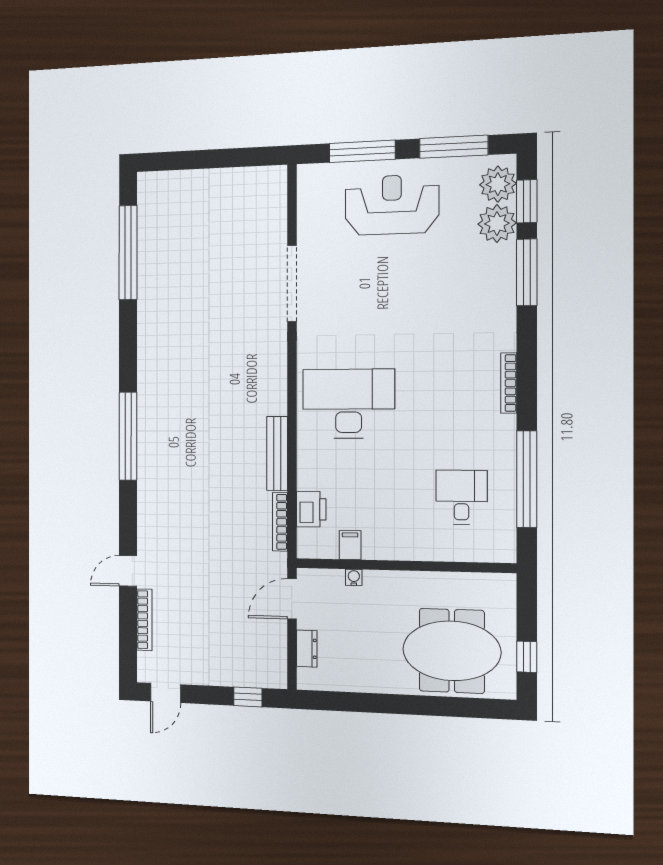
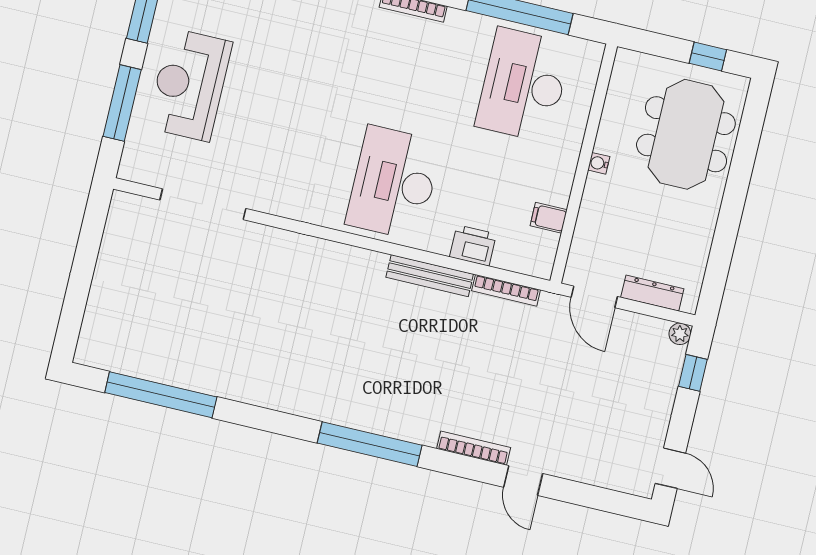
doorway: (292, 283) -> (203, 204), moved
desk: (461, 497) -> (523, 85), width x1.87, depth x1.30
printer: (311, 509) -> (473, 245), moved
water cooler: (354, 577) -> (599, 163), moved
bookcase: (144, 620) -> (474, 448), moved
dresser: (307, 649) -> (652, 293), width x1.44
plant: (278, 679) -> (680, 334), added

